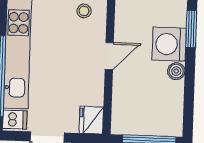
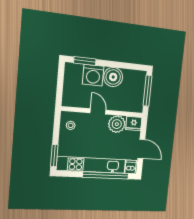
boiler: (176, 71) -> (113, 77), width x1.86, depth x1.86
plant: (89, 90) -> (117, 124), added

